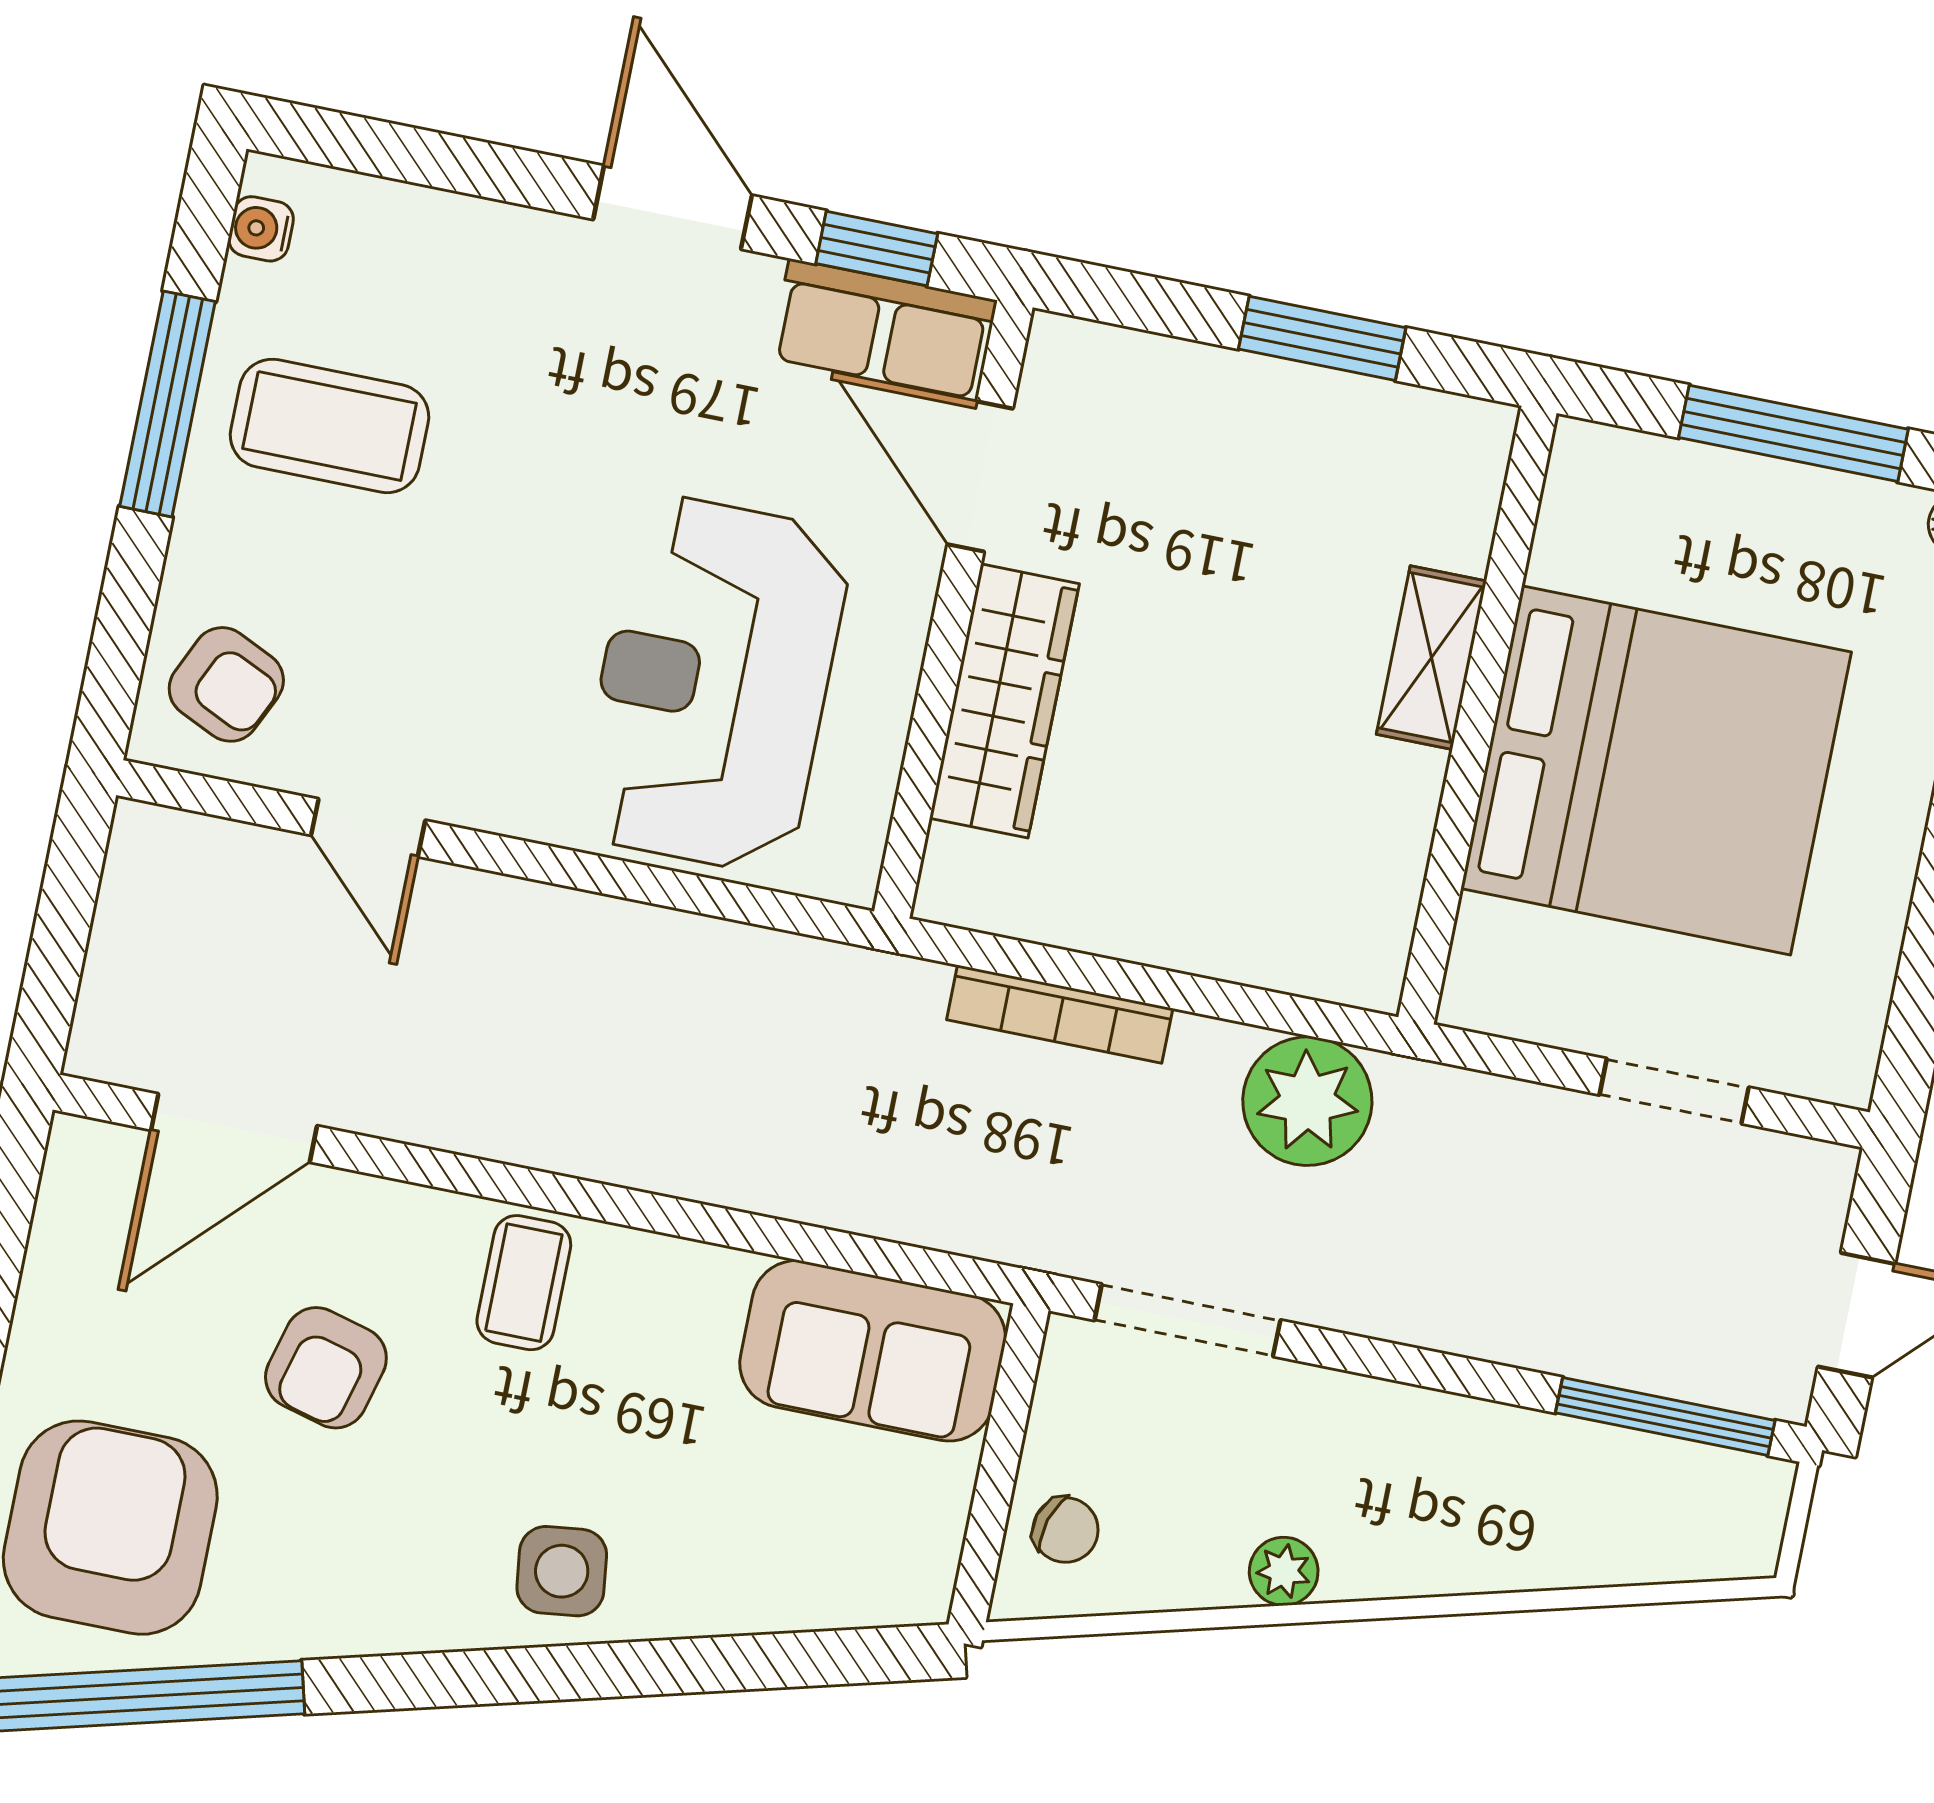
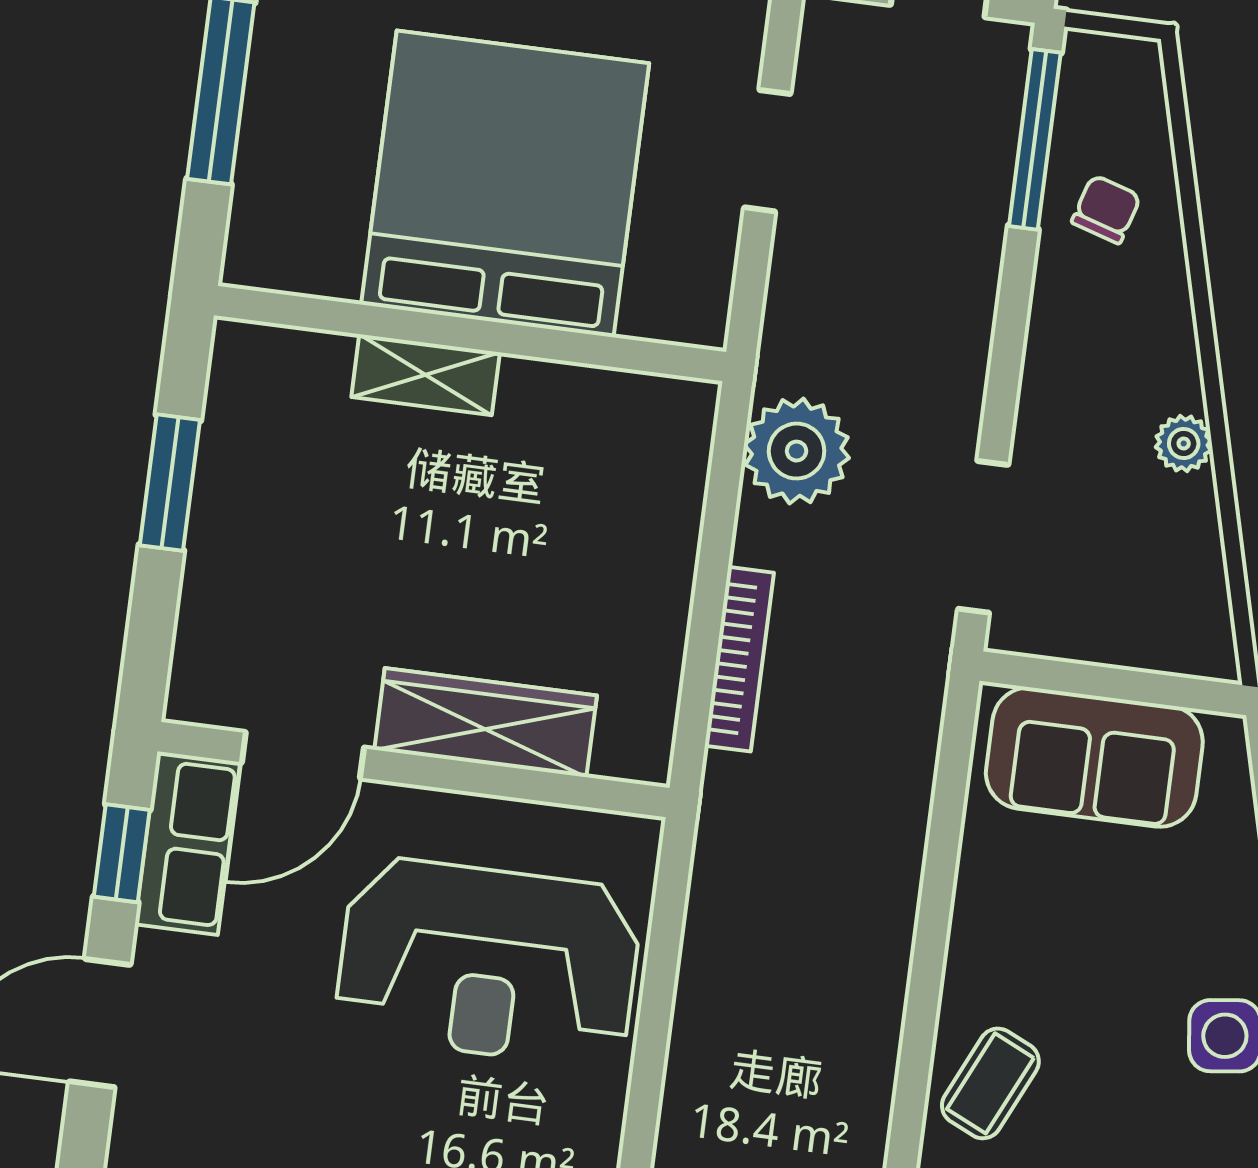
coffee table: (524, 1283) -> (990, 1083), turned -65
sofa: (873, 1351) -> (1094, 757), moved, turned 90
chair: (1065, 1530) -> (1106, 209), moved

